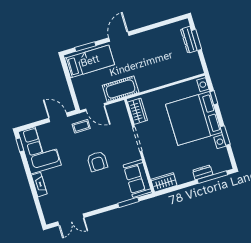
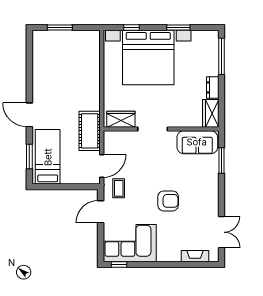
dresser: (189, 40) -> (57, 36), removed
armchair: (97, 161) -> (168, 201), moved
dresser: (203, 172) -> (213, 87), moved
fireplace: (39, 185) -> (195, 256), moved

